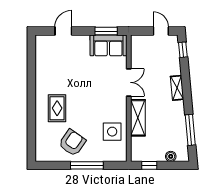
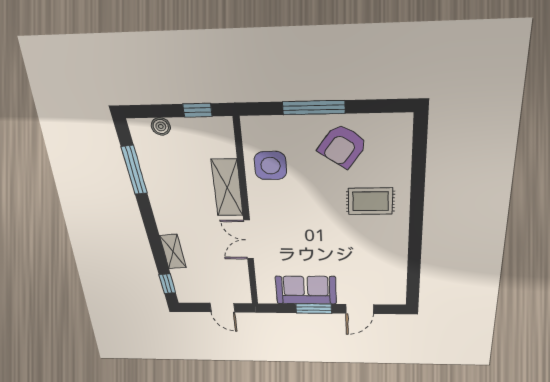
window: (106, 31) -> (314, 309), moved
door: (161, 31) -> (222, 308), moved
sofa: (108, 45) -> (306, 290), moved
shelving: (177, 88) -> (173, 252), moved
rug: (57, 108) -> (370, 201), turned 90

